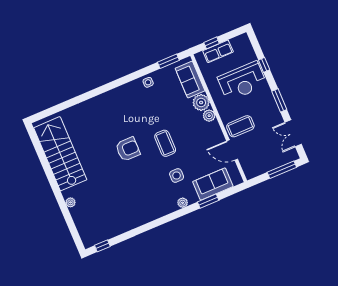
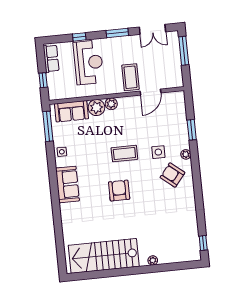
row of seats: (218, 51) -> (51, 58), moved
window: (168, 61) -> (48, 126), width x1.44
sofa: (213, 184) -> (67, 184), moved, turned 180
armchair: (159, 196) -> (172, 175), added

